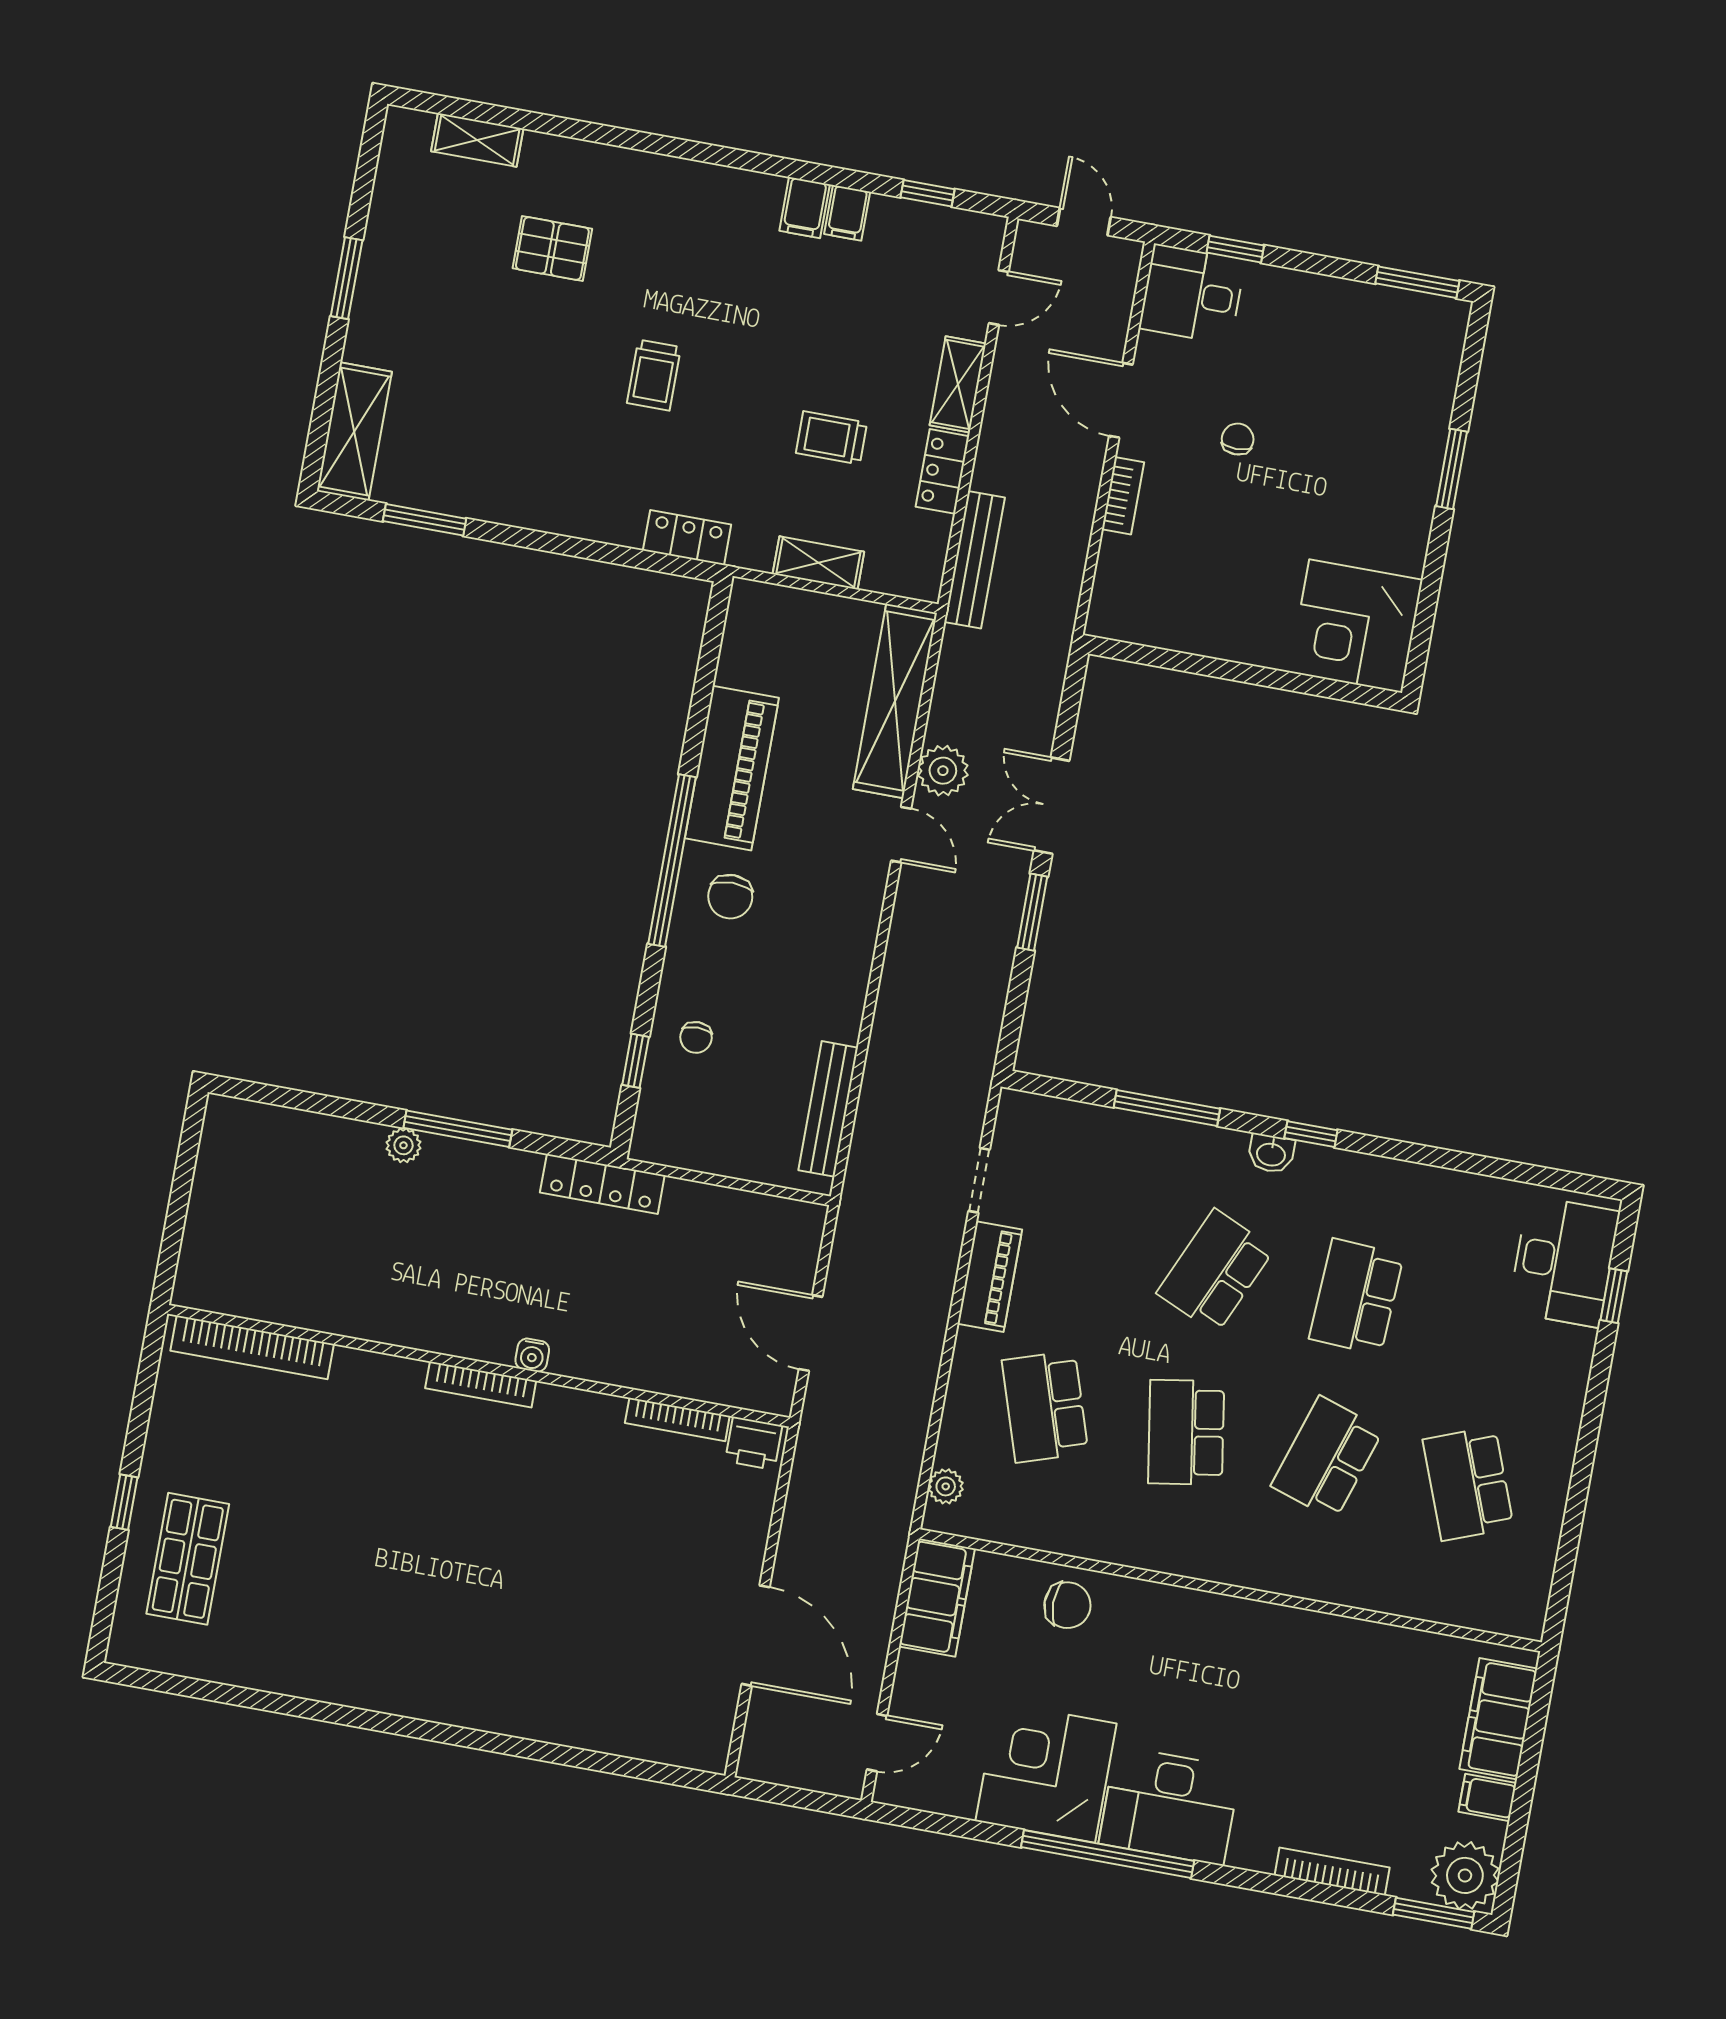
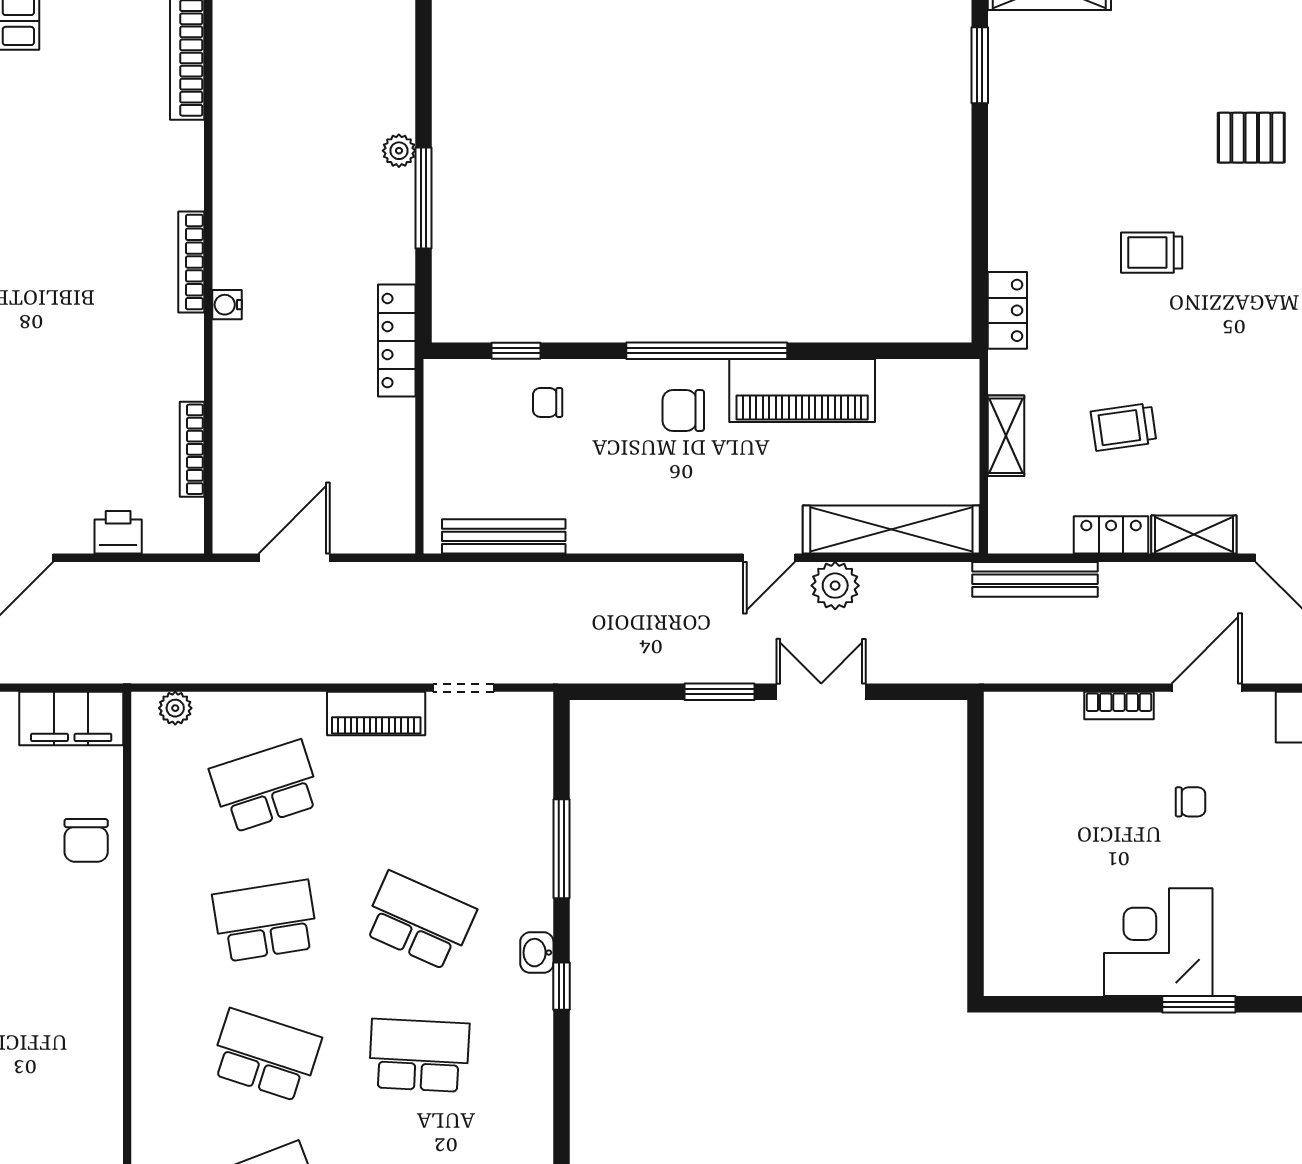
pallet: (552, 249) -> (1251, 138), turned 90
trolley: (832, 438) -> (1124, 427), turned -98
corner desk: (1356, 626) -> (1158, 942), moved
printer: (754, 1443) -> (118, 532), moved, turned 90

